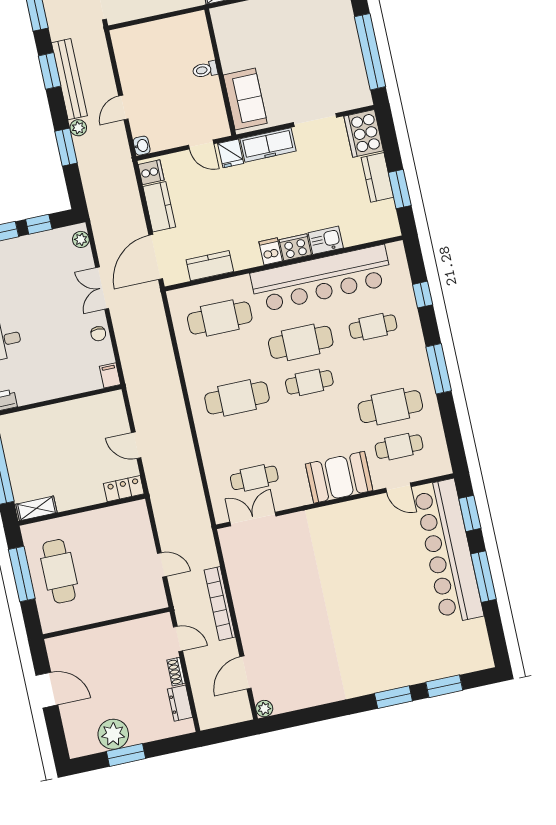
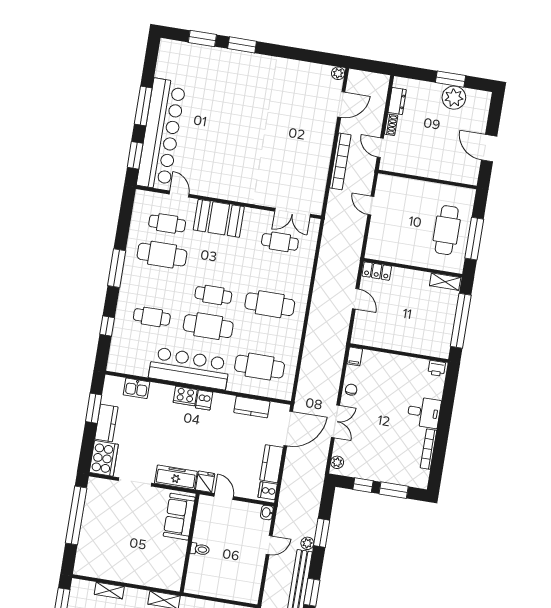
kitchen sink: (326, 240) -> (136, 388), moved
bar counter: (321, 279) -> (189, 368), width x0.73

